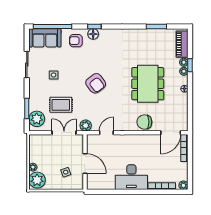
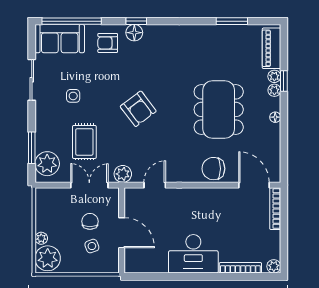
rug: (61, 105) -> (84, 142), turned 90
door: (171, 133) -> (254, 185), swing flipped
chair: (64, 156) -> (90, 221), added

